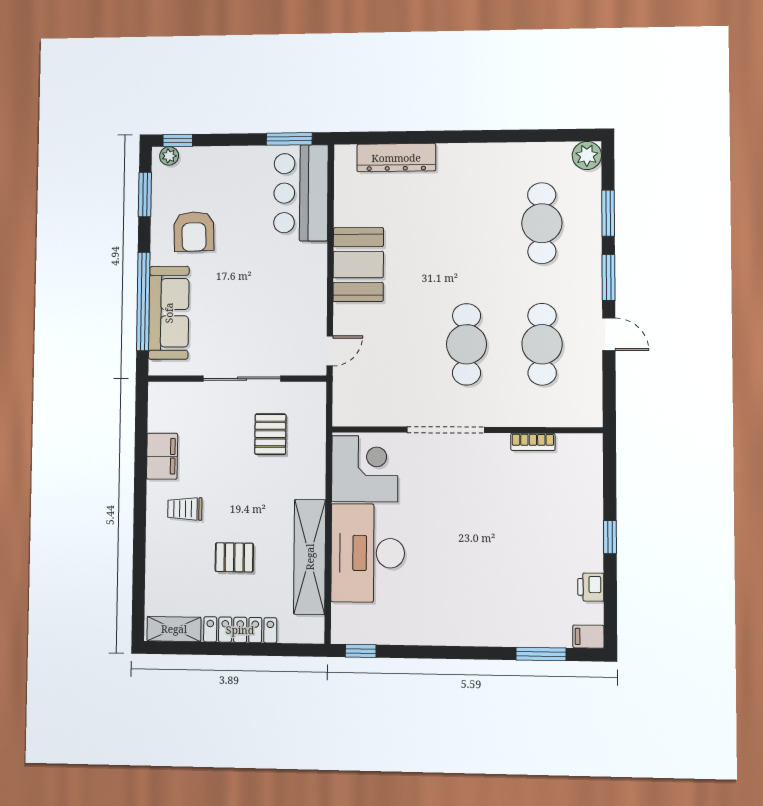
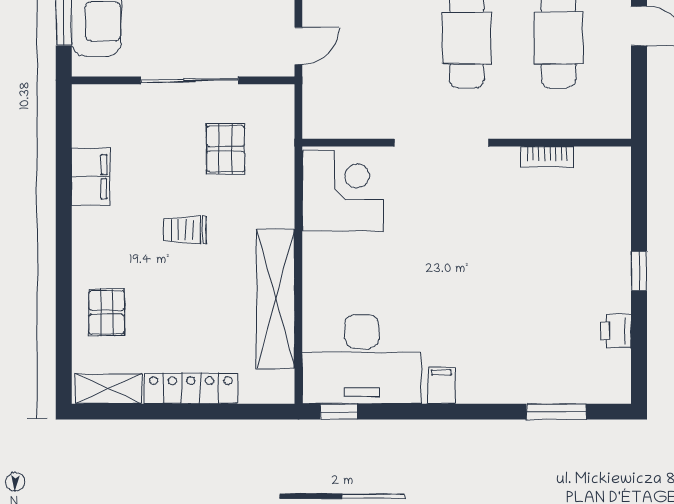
trolley: (185, 509) -> (185, 230), moved
desk: (368, 553) -> (362, 359), moved, turned -90
pallet: (234, 557) -> (107, 312), moved, turned 90
filing cabinet: (588, 637) -> (441, 385), moved, turned 90

